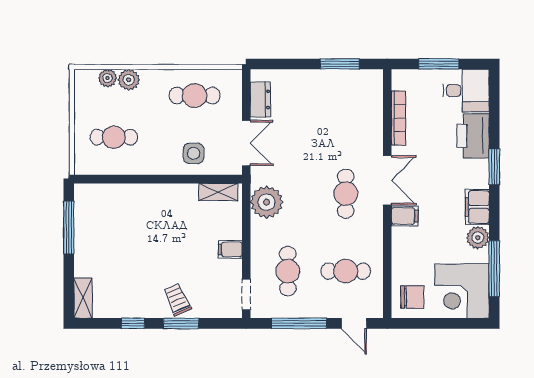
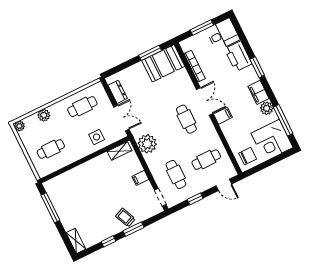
plant: (108, 78) -> (19, 126), moved
booth: (352, 90) -> (163, 63), added
window: (299, 323) -> (195, 199), width x0.46

